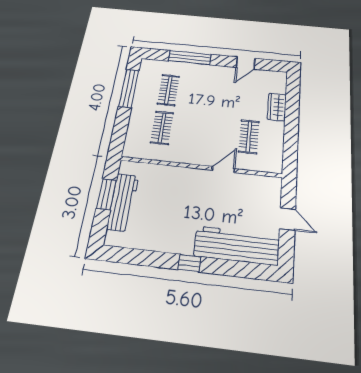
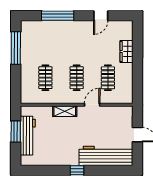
clothes rail: (168, 90) -> (77, 78), moved
shelving: (183, 174) -> (65, 111), added

